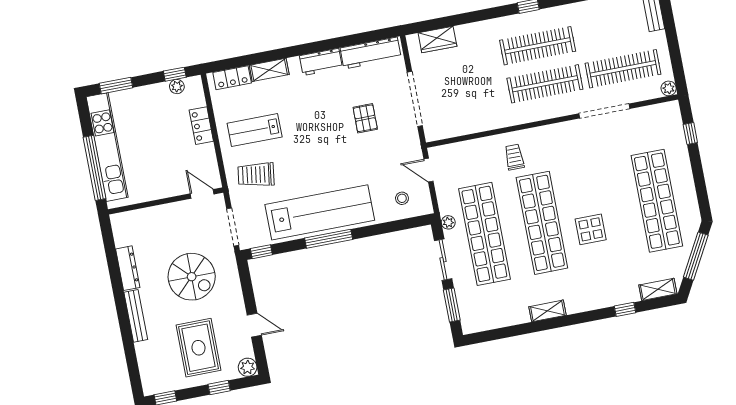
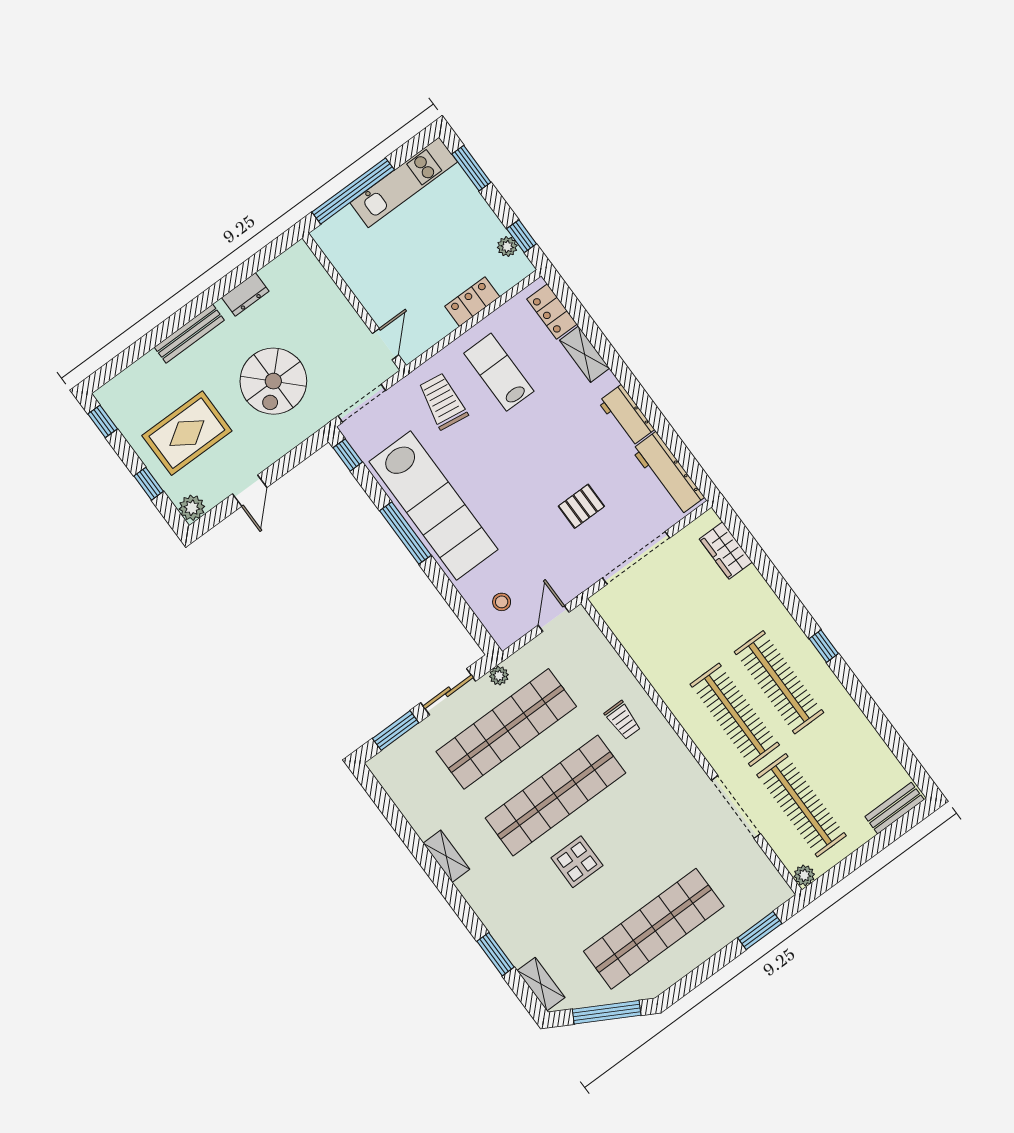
window: (690, 134) -> (760, 931), width x1.50
kitchen unit: (107, 147) -> (404, 182), width x0.73
trolley: (514, 157) -> (623, 720), turned 90
dresser: (128, 268) -> (245, 294), width x0.70
window: (625, 309) -> (496, 954), width x1.50

